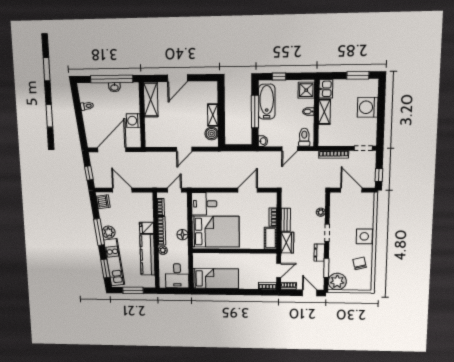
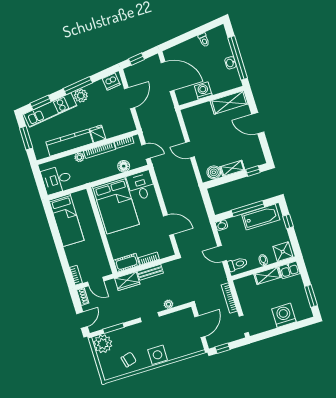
window: (221, 96) -> (253, 171), added
floor lamp: (182, 235) -> (124, 166), moved
dresser: (319, 253) -> (127, 316), removed

